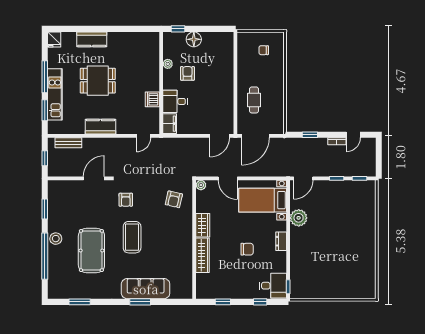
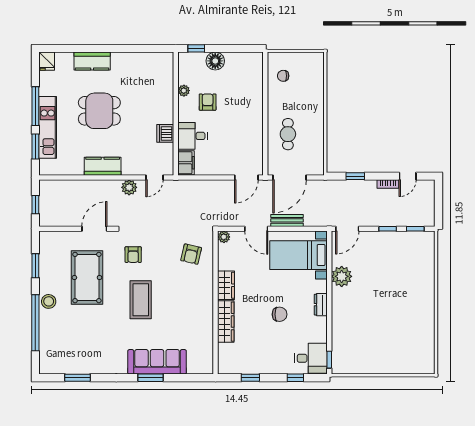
chair: (264, 50) -> (283, 76), moved
bench: (68, 143) -> (287, 220), moved
plant: (123, 144) -> (129, 187), added
pool table: (91, 251) -> (87, 278), moved

